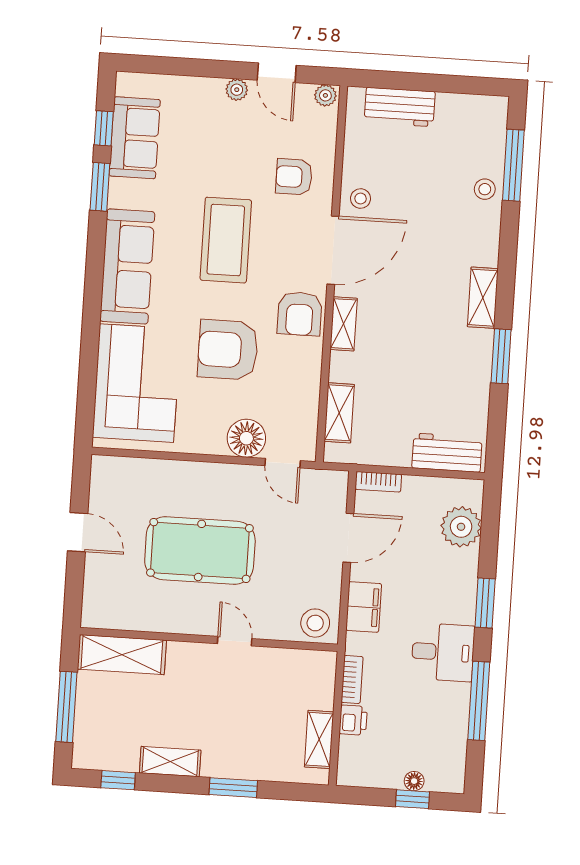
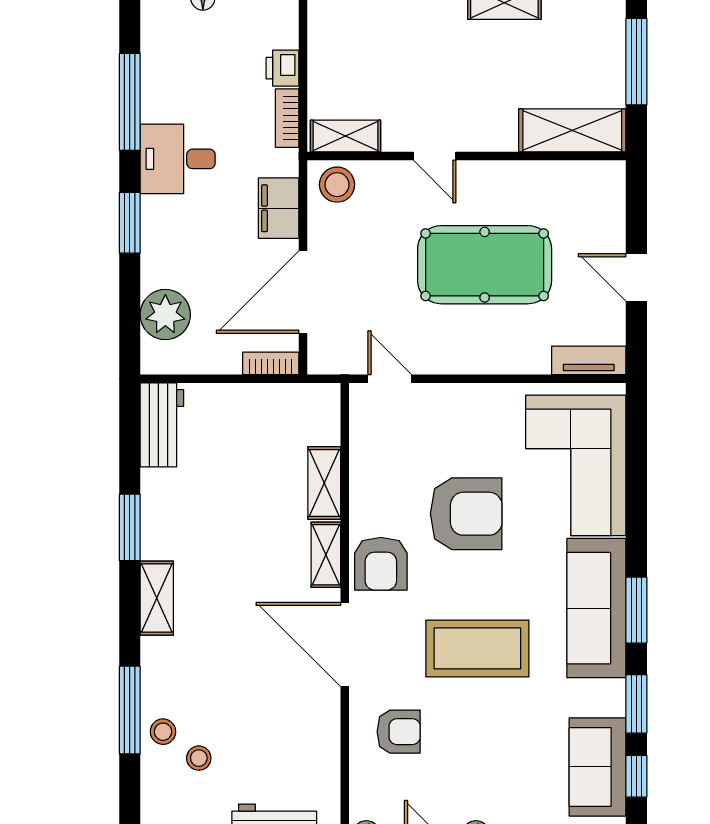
window: (513, 165) -> (130, 710), moved
stool: (361, 198) -> (199, 758), moved
coffee table: (226, 240) -> (477, 648), turned 90
door: (333, 250) -> (345, 645), hinge flipped
window: (95, 263) -> (636, 610), added
armchair: (300, 314) -> (381, 564), turned 180
shelving: (339, 413) -> (324, 483), moved
floor lamp: (246, 438) -> (436, 406), removed
workbench: (447, 453) -> (162, 425), moved, turned -90
tv unit: (121, 468) -> (589, 360), added
door: (348, 538) -> (303, 292), width x1.36
shelving: (319, 739) -> (346, 136), moved, turned 90

